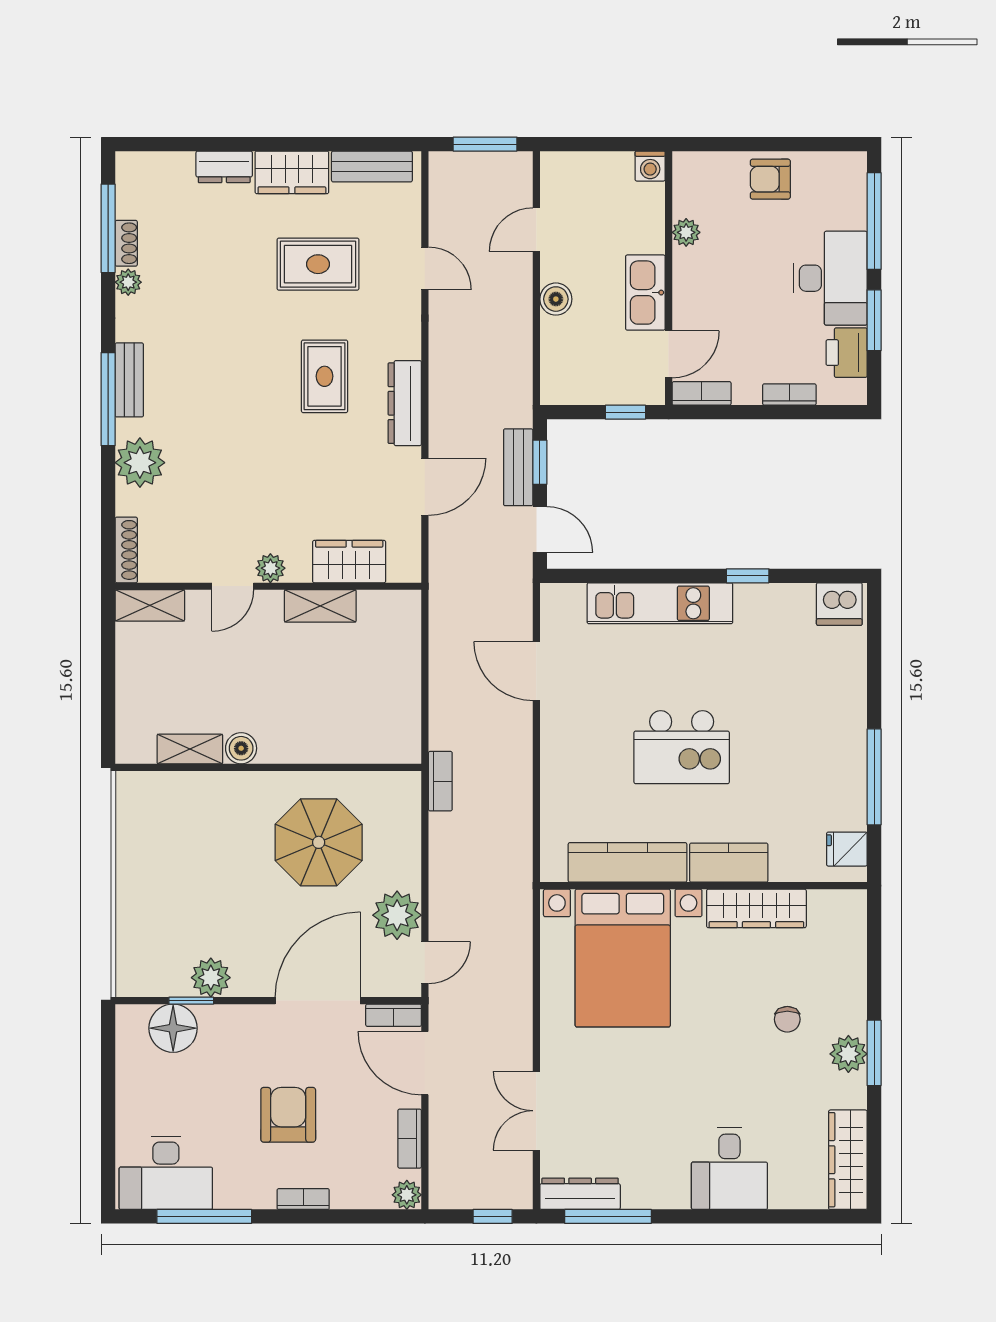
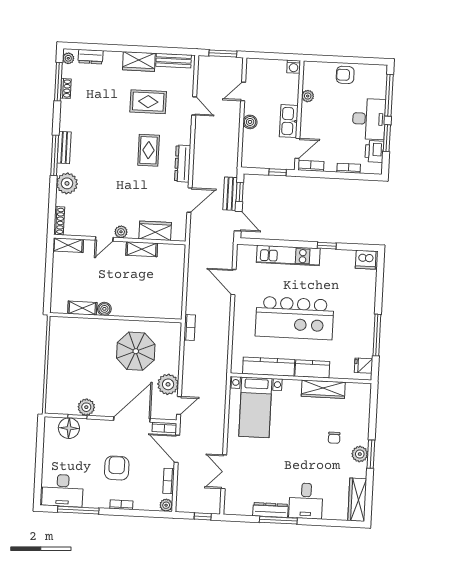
dresser: (224, 167) -> (91, 57), moved
plant: (128, 282) -> (68, 58), moved
kitchen island: (682, 747) -> (294, 318), width x1.87, depth x1.28
bed with nightstands: (623, 958) -> (255, 407), width x0.73
dresser: (580, 1194) -> (270, 510), moved
window: (608, 1216) -> (278, 520), moved

